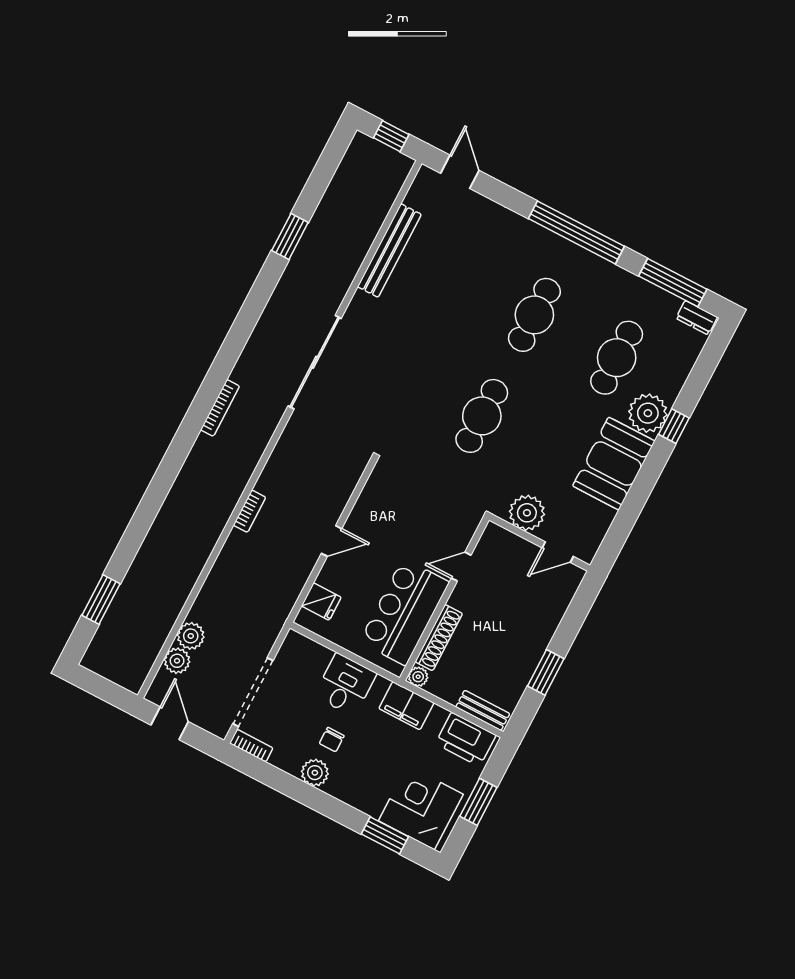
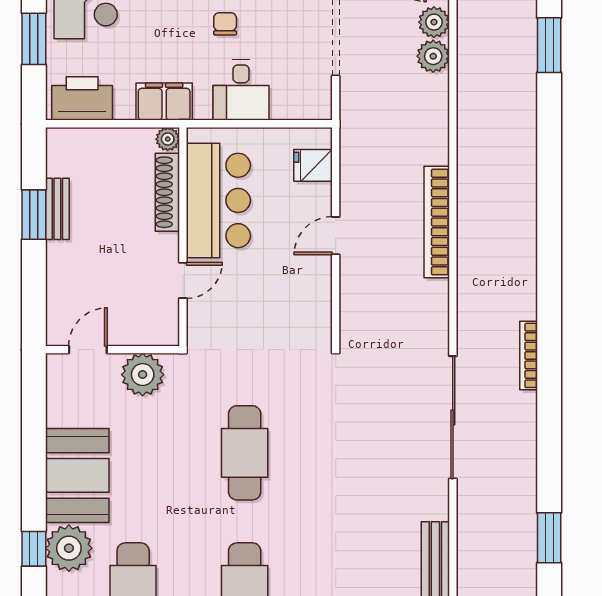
bookcase: (220, 408) -> (529, 355), moved
bookcase: (249, 511) -> (437, 222), width x2.31, depth x1.31
bench: (483, 710) -> (57, 209), moved, turned 90

